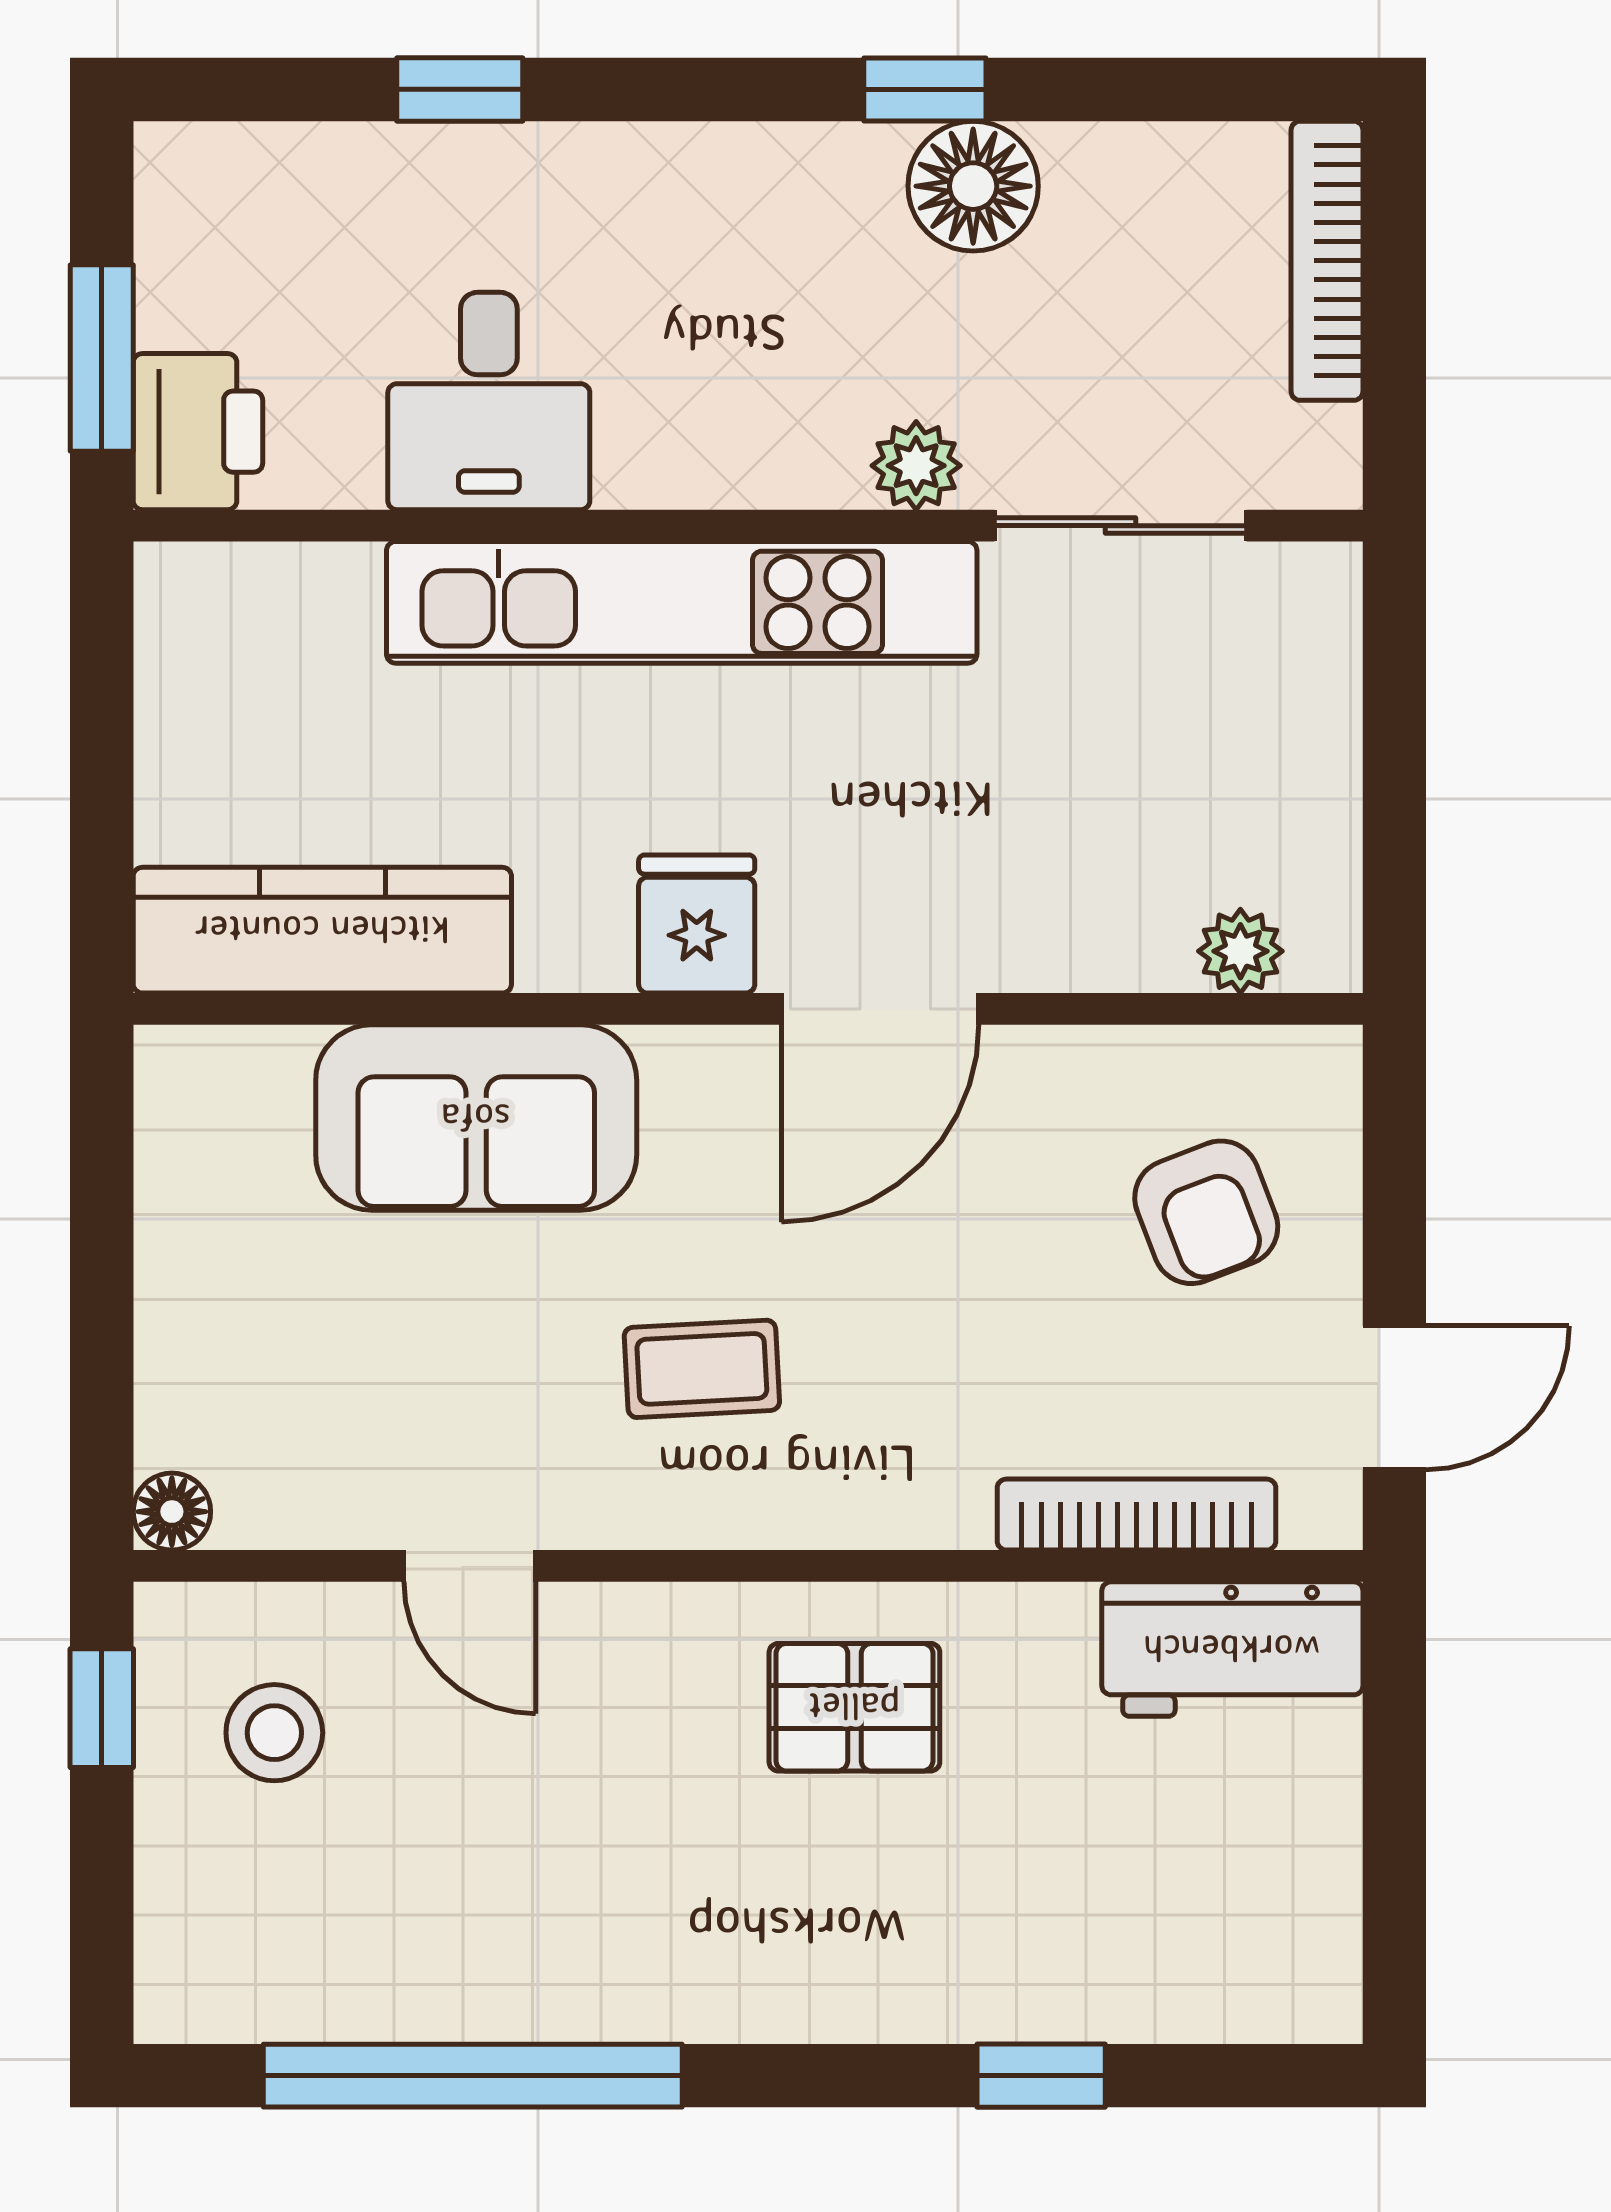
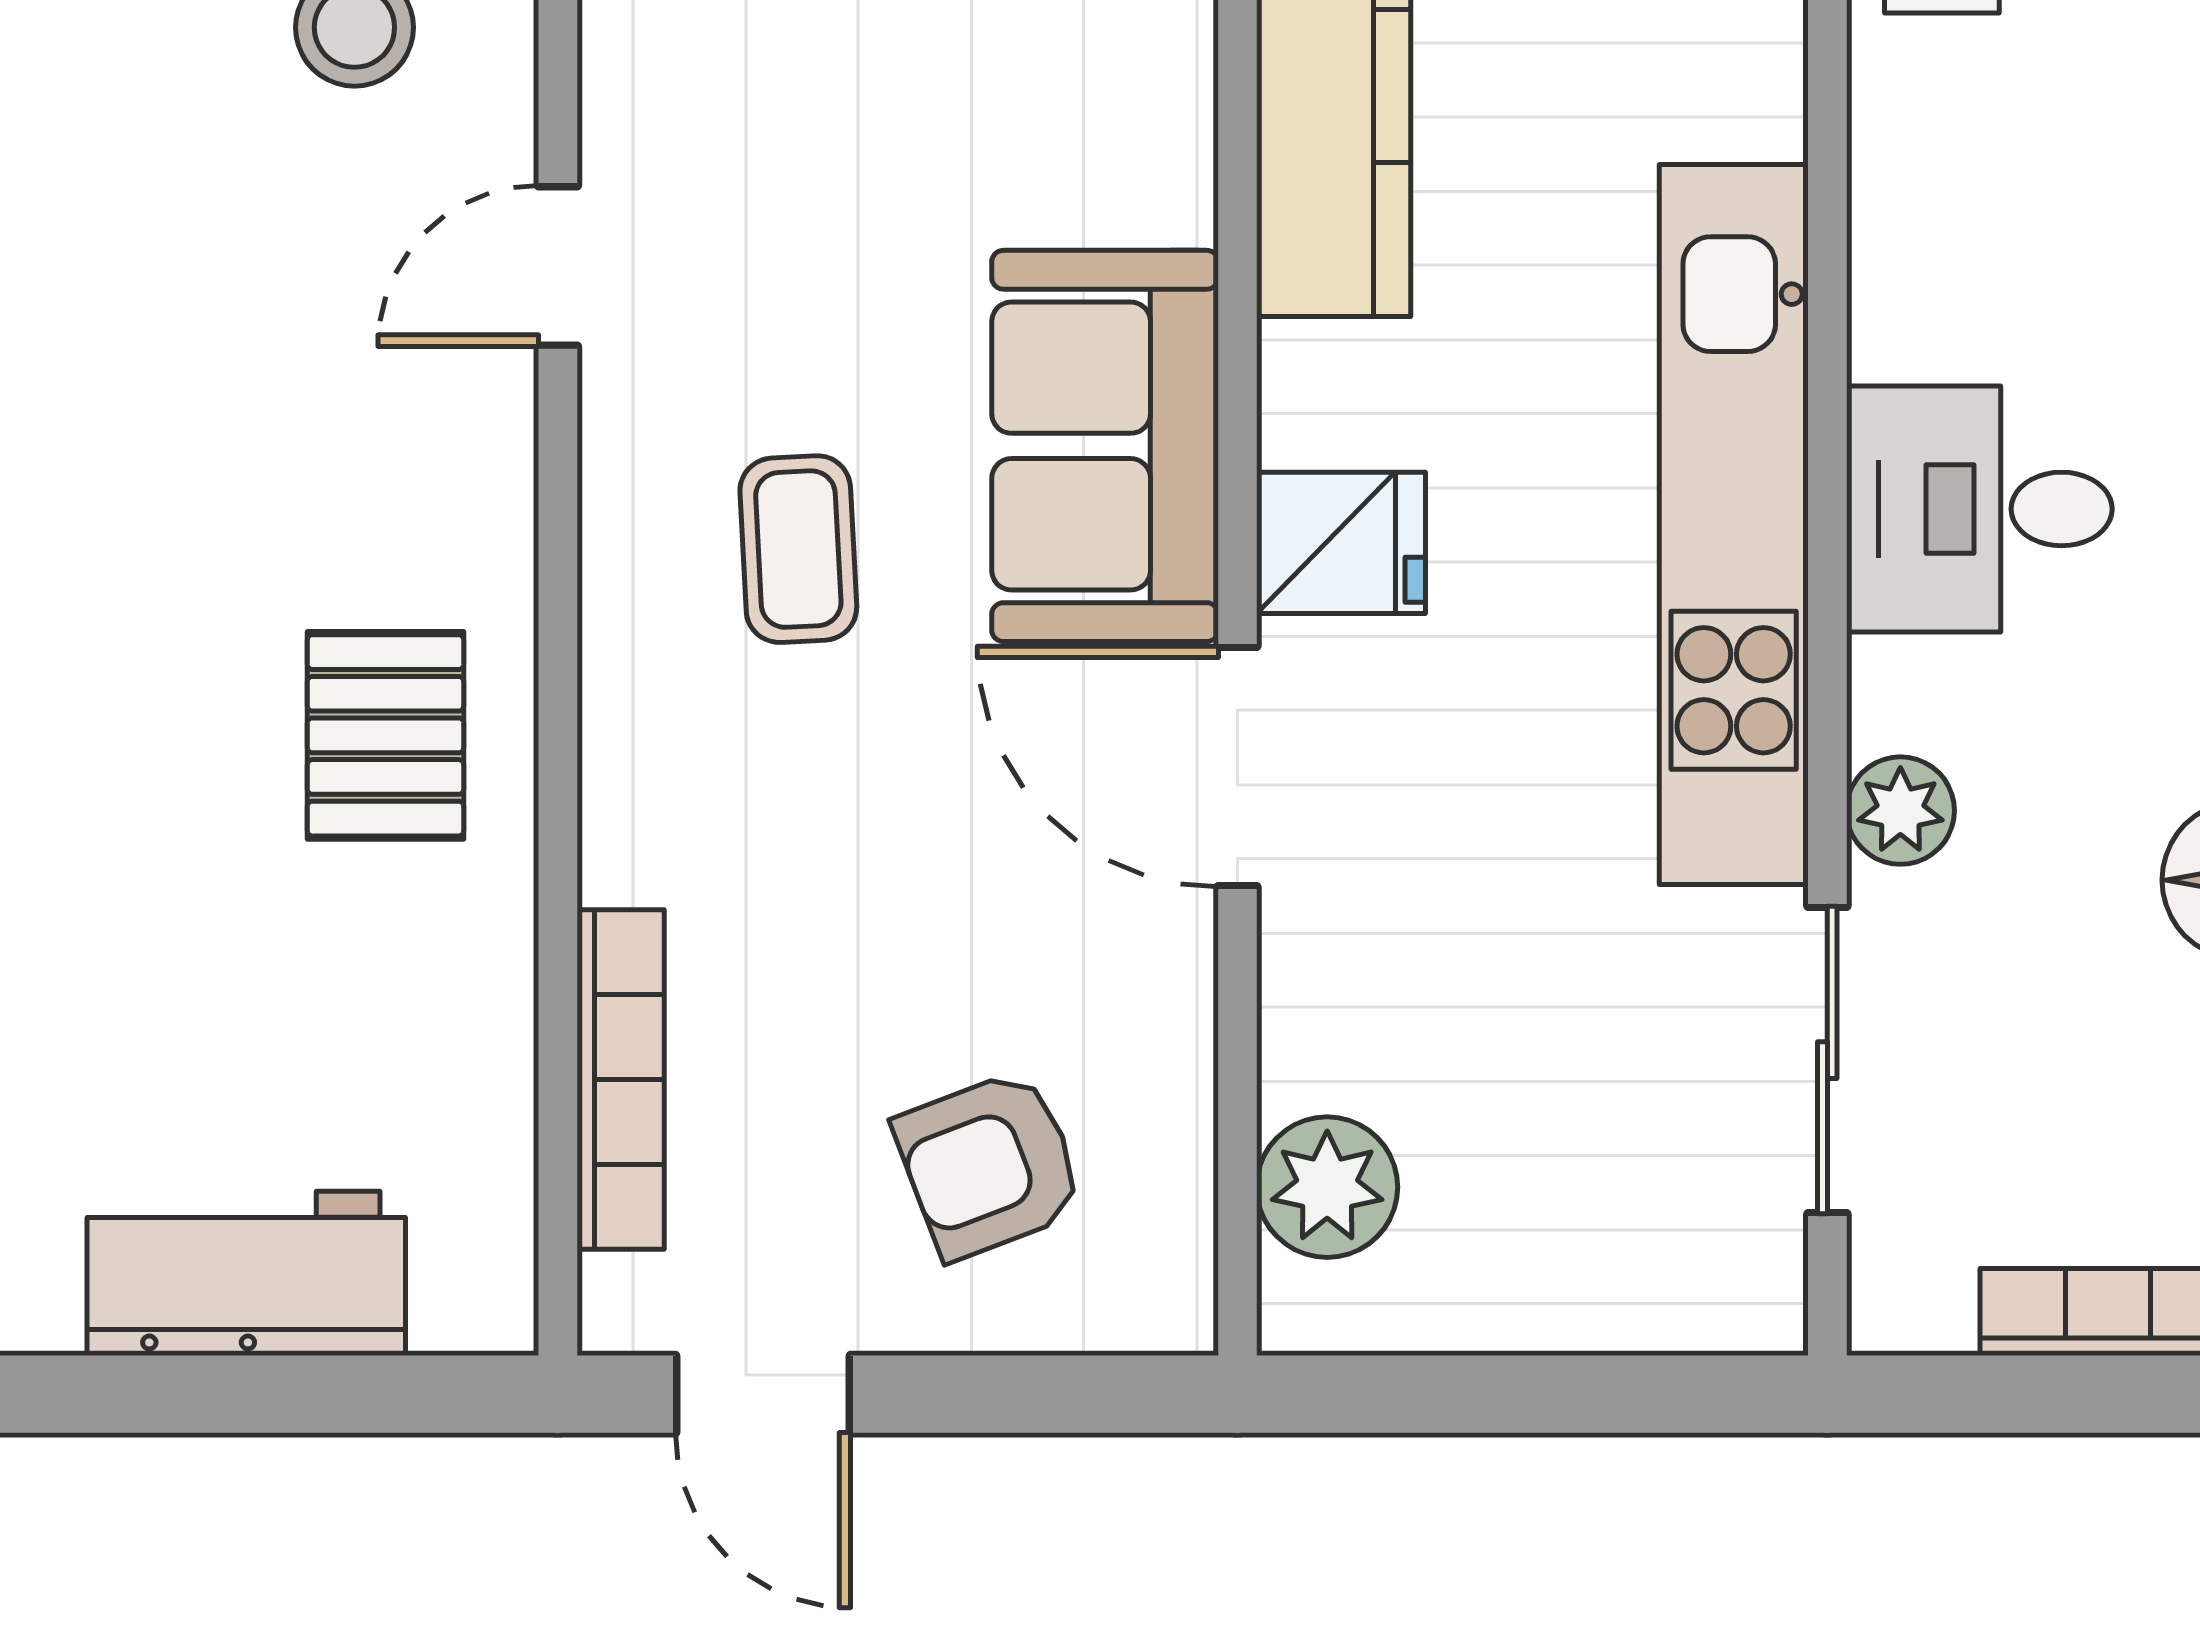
desk: (489, 401) -> (1979, 509), moved
plant: (1240, 951) -> (1327, 1187), width x1.38, depth x1.38
sofa: (476, 1118) -> (1105, 446), moved
workbench: (1232, 1649) -> (246, 1273), moved, turned 90

